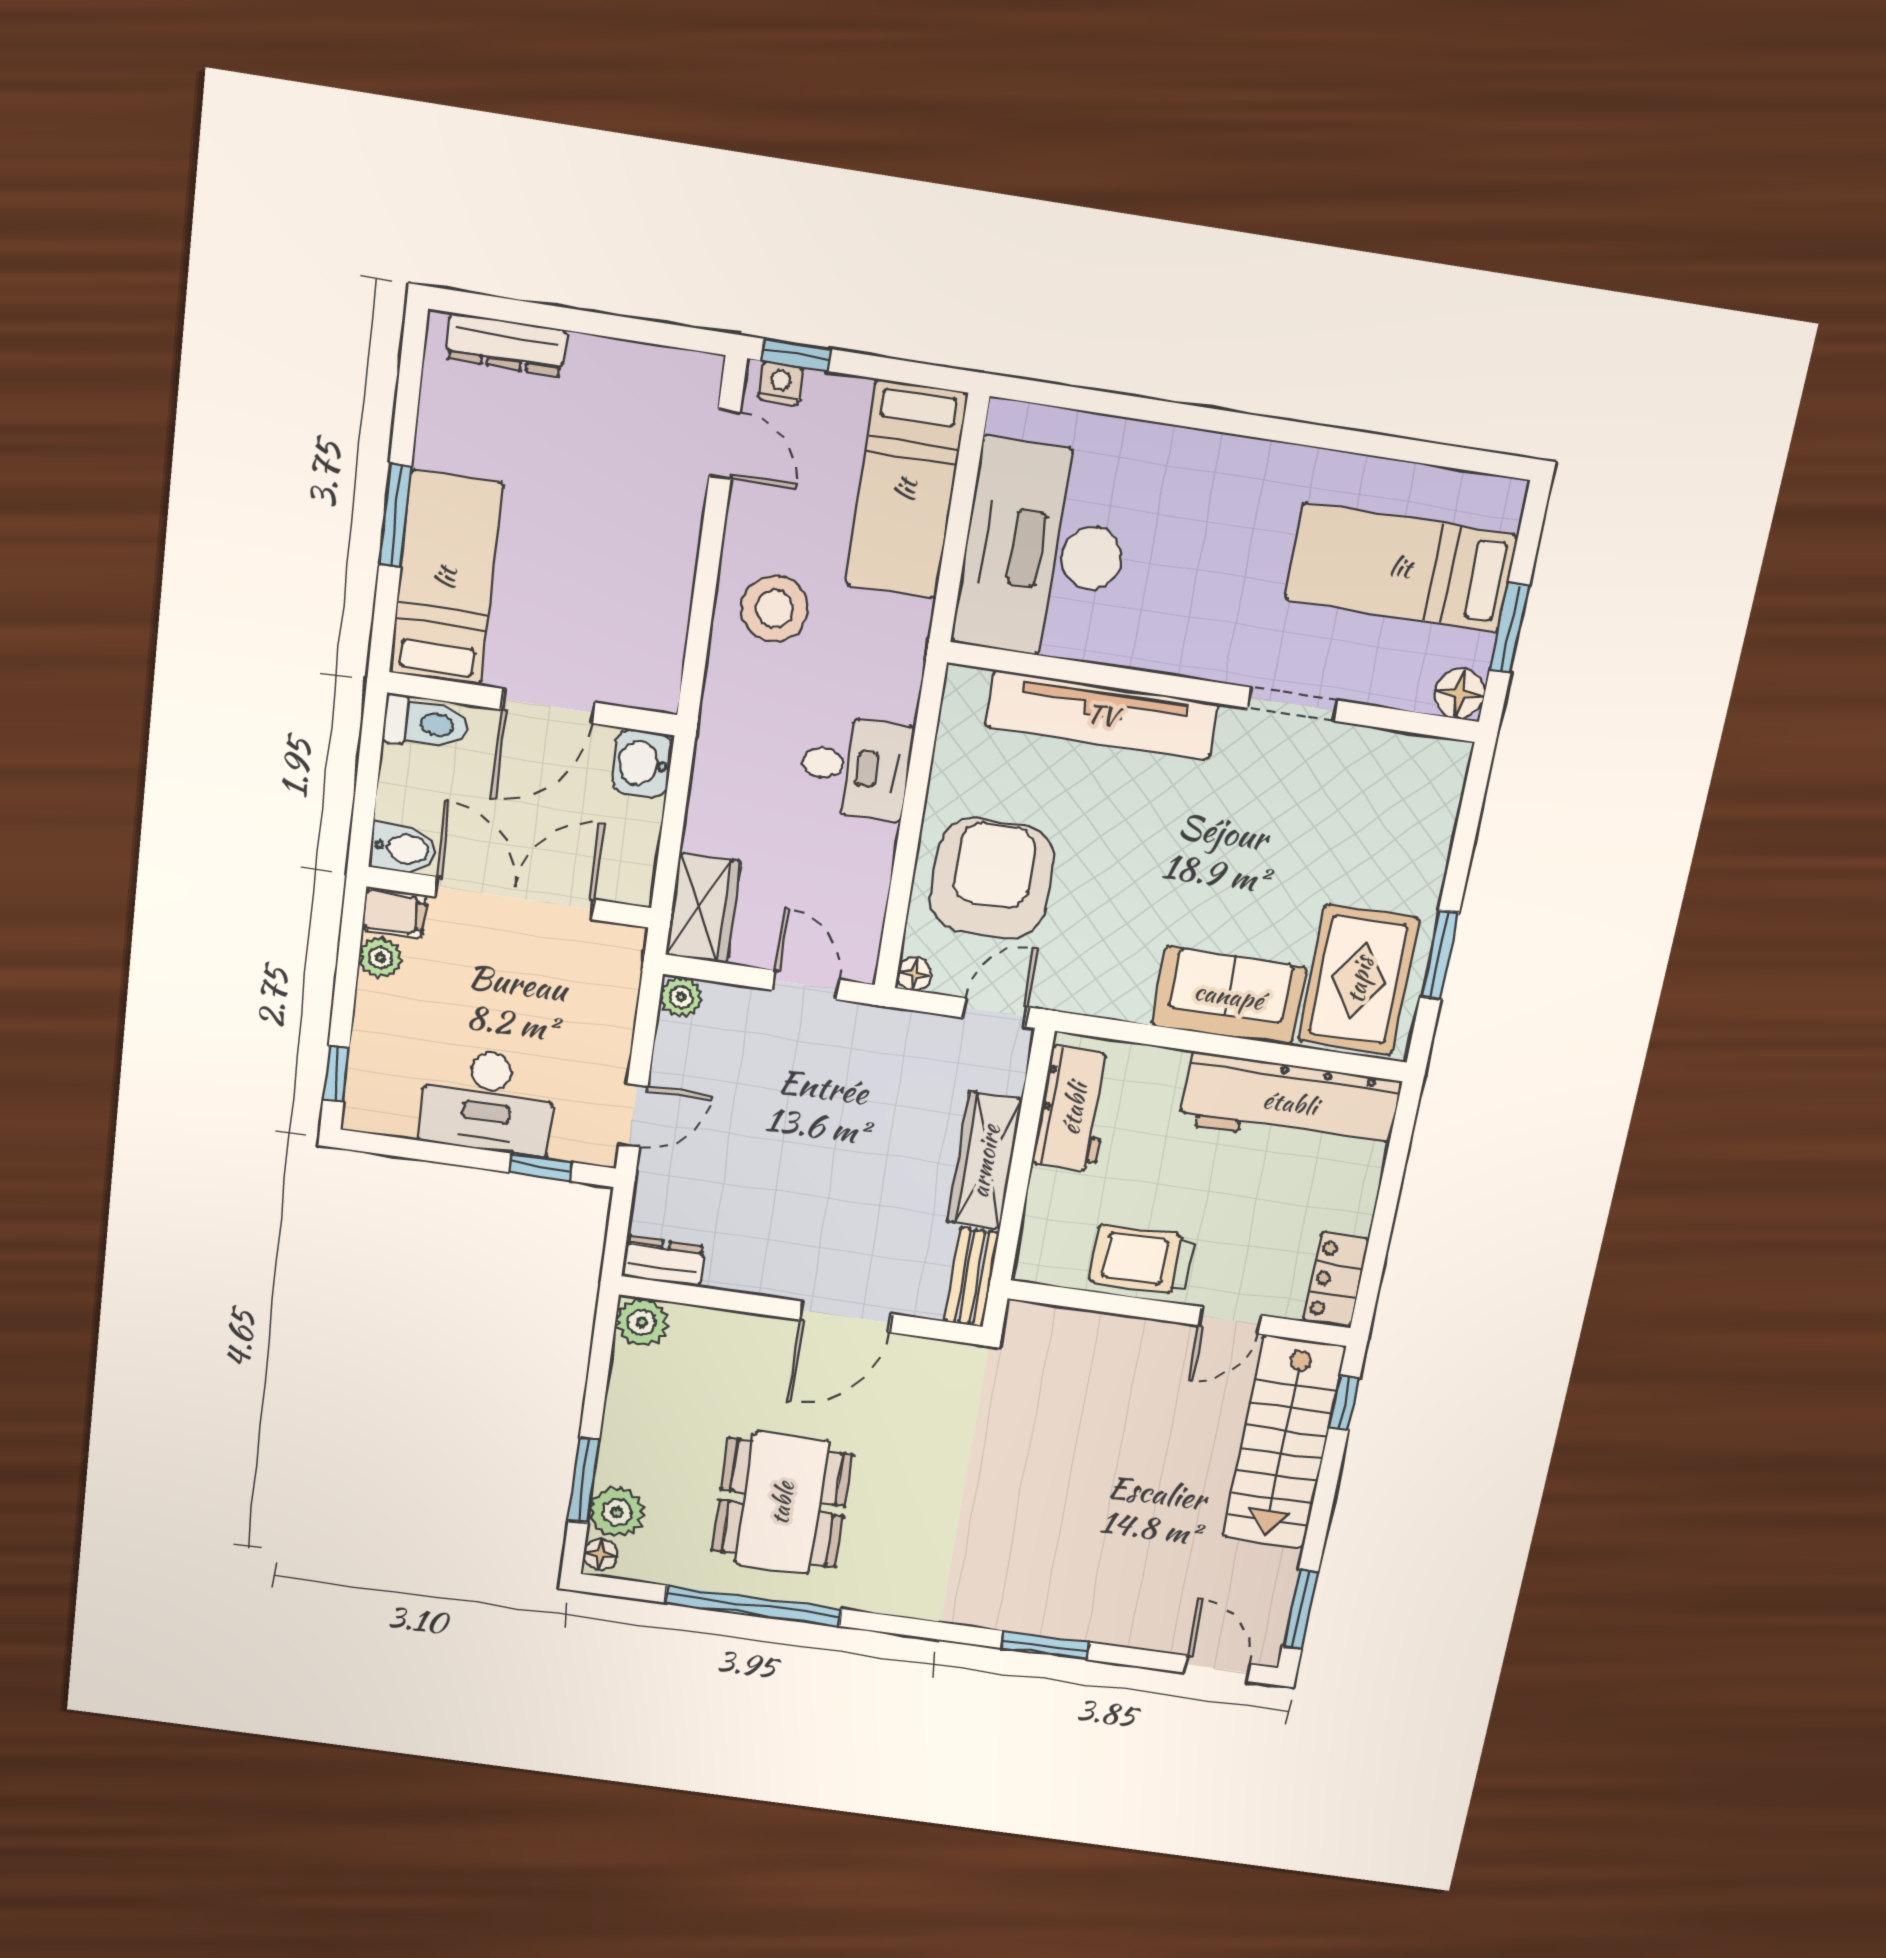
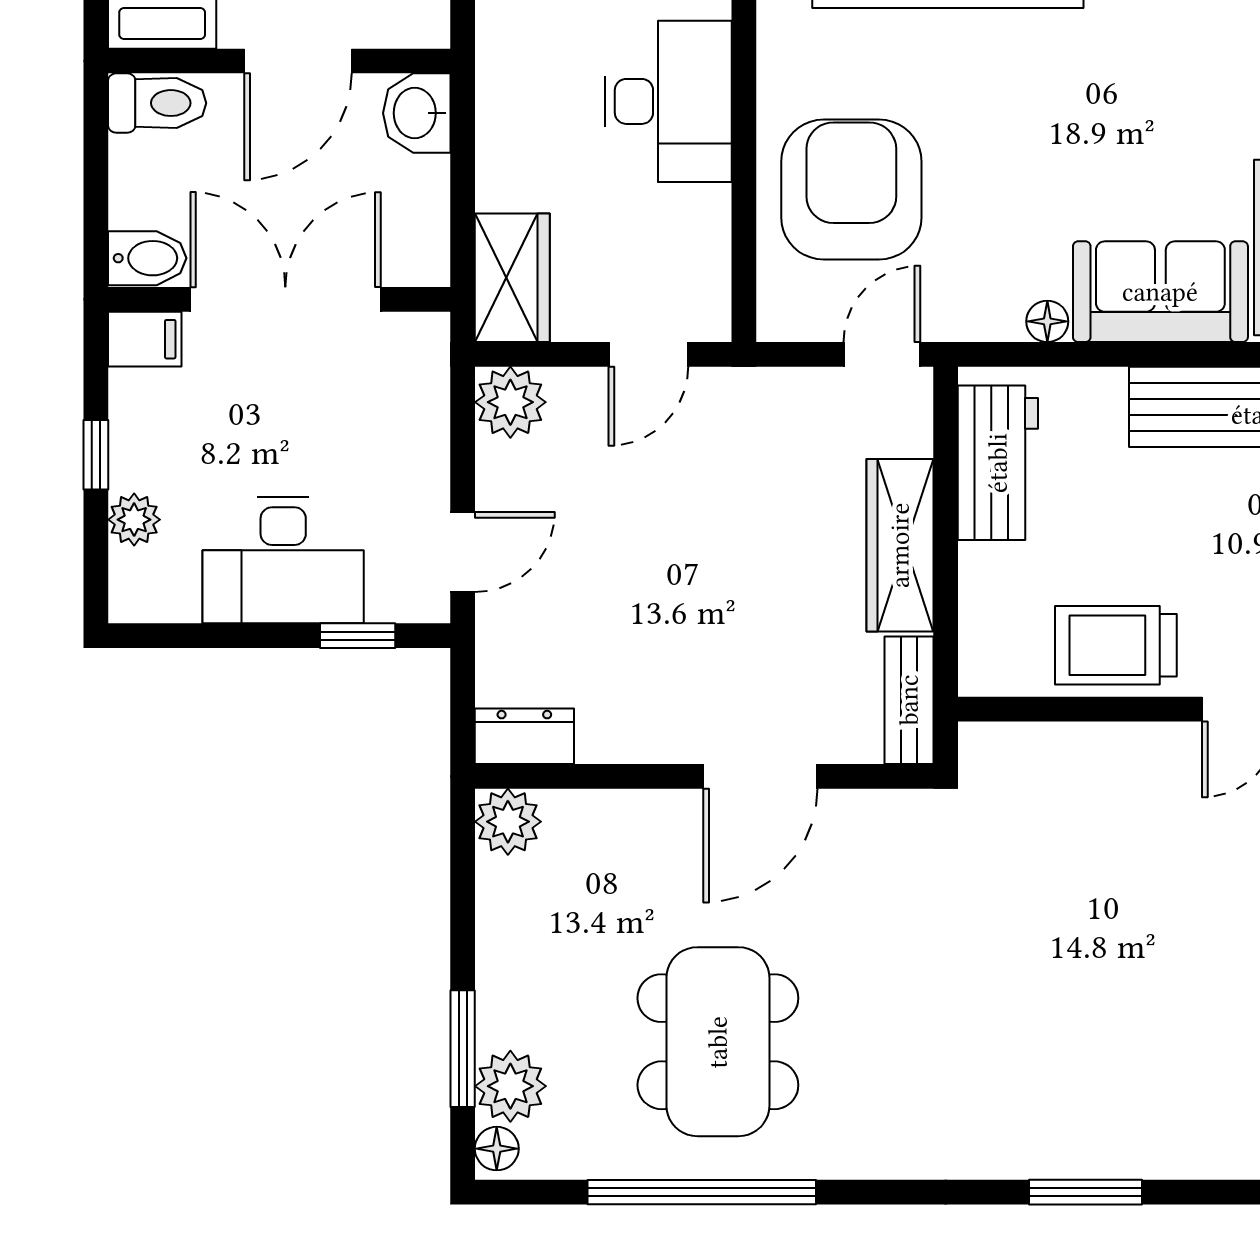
desk: (855, 767) -> (668, 101), width x1.37
plant: (380, 958) -> (134, 520), moved
floor lamp: (914, 974) -> (1047, 321), moved
door: (806, 985) -> (648, 354), swing flipped
plant: (681, 997) -> (510, 402), width x1.38, depth x1.38
window: (336, 1074) -> (96, 455), moved

